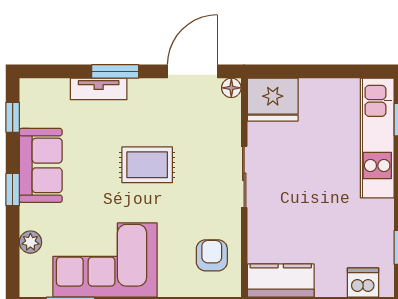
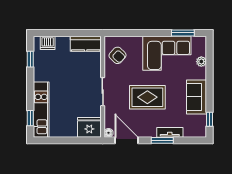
door: (192, 71) -> (126, 140), swing flipped
rug: (147, 165) -> (147, 97), width x1.36, depth x1.43
window: (13, 190) -> (210, 86), removed
armchair: (212, 255) -> (118, 55), turned -47

